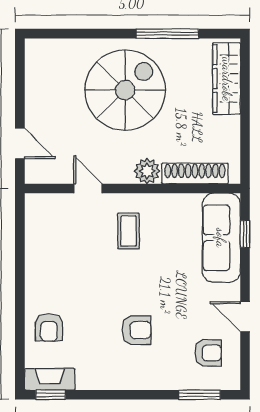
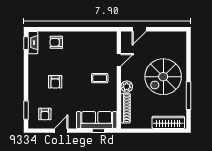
spiral stairs: (125, 90) -> (163, 77), turned 90

